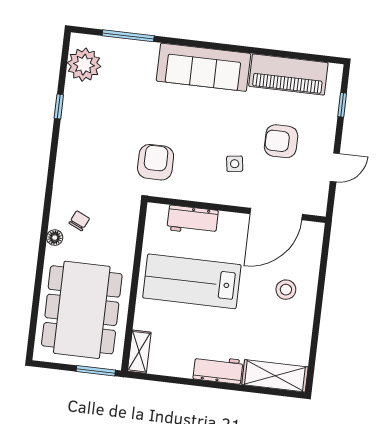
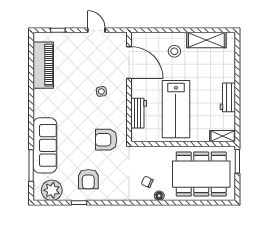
sofa: (204, 67) -> (45, 145), moved
armchair: (281, 141) -> (88, 179), moved
workbench: (218, 370) -> (228, 97), moved
shelving: (275, 376) -> (206, 40), moved, turned 90

